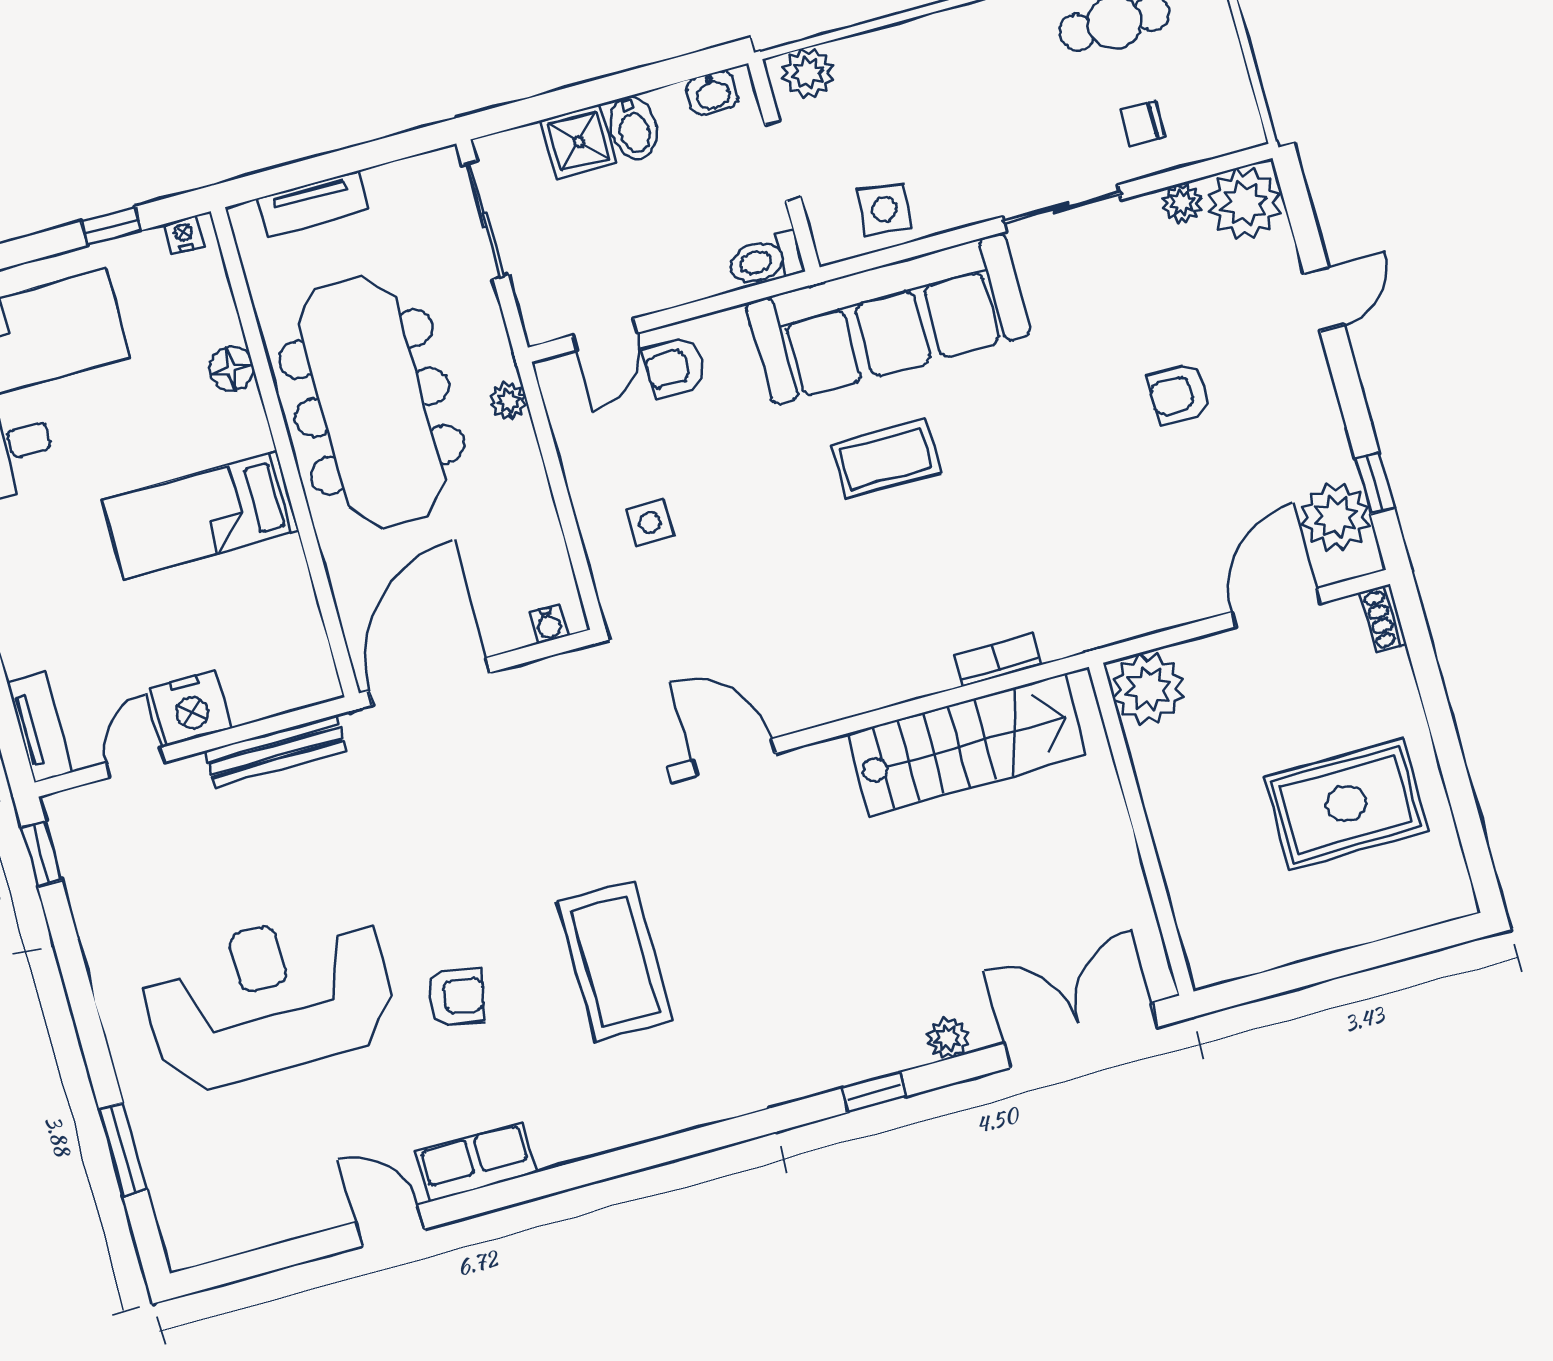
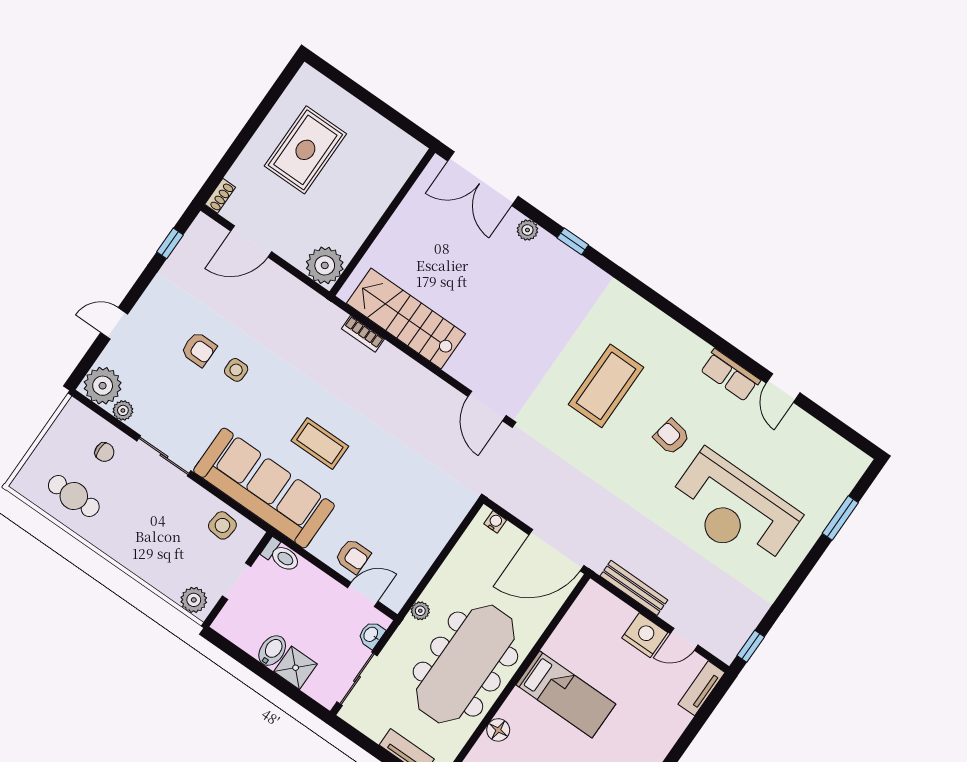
washbasin: (712, 93) -> (371, 635), moved, turned -90
plant: (1336, 517) -> (196, 248), removed
side table: (650, 523) -> (236, 370), moved
rug: (1346, 804) -> (305, 150), turned 90

